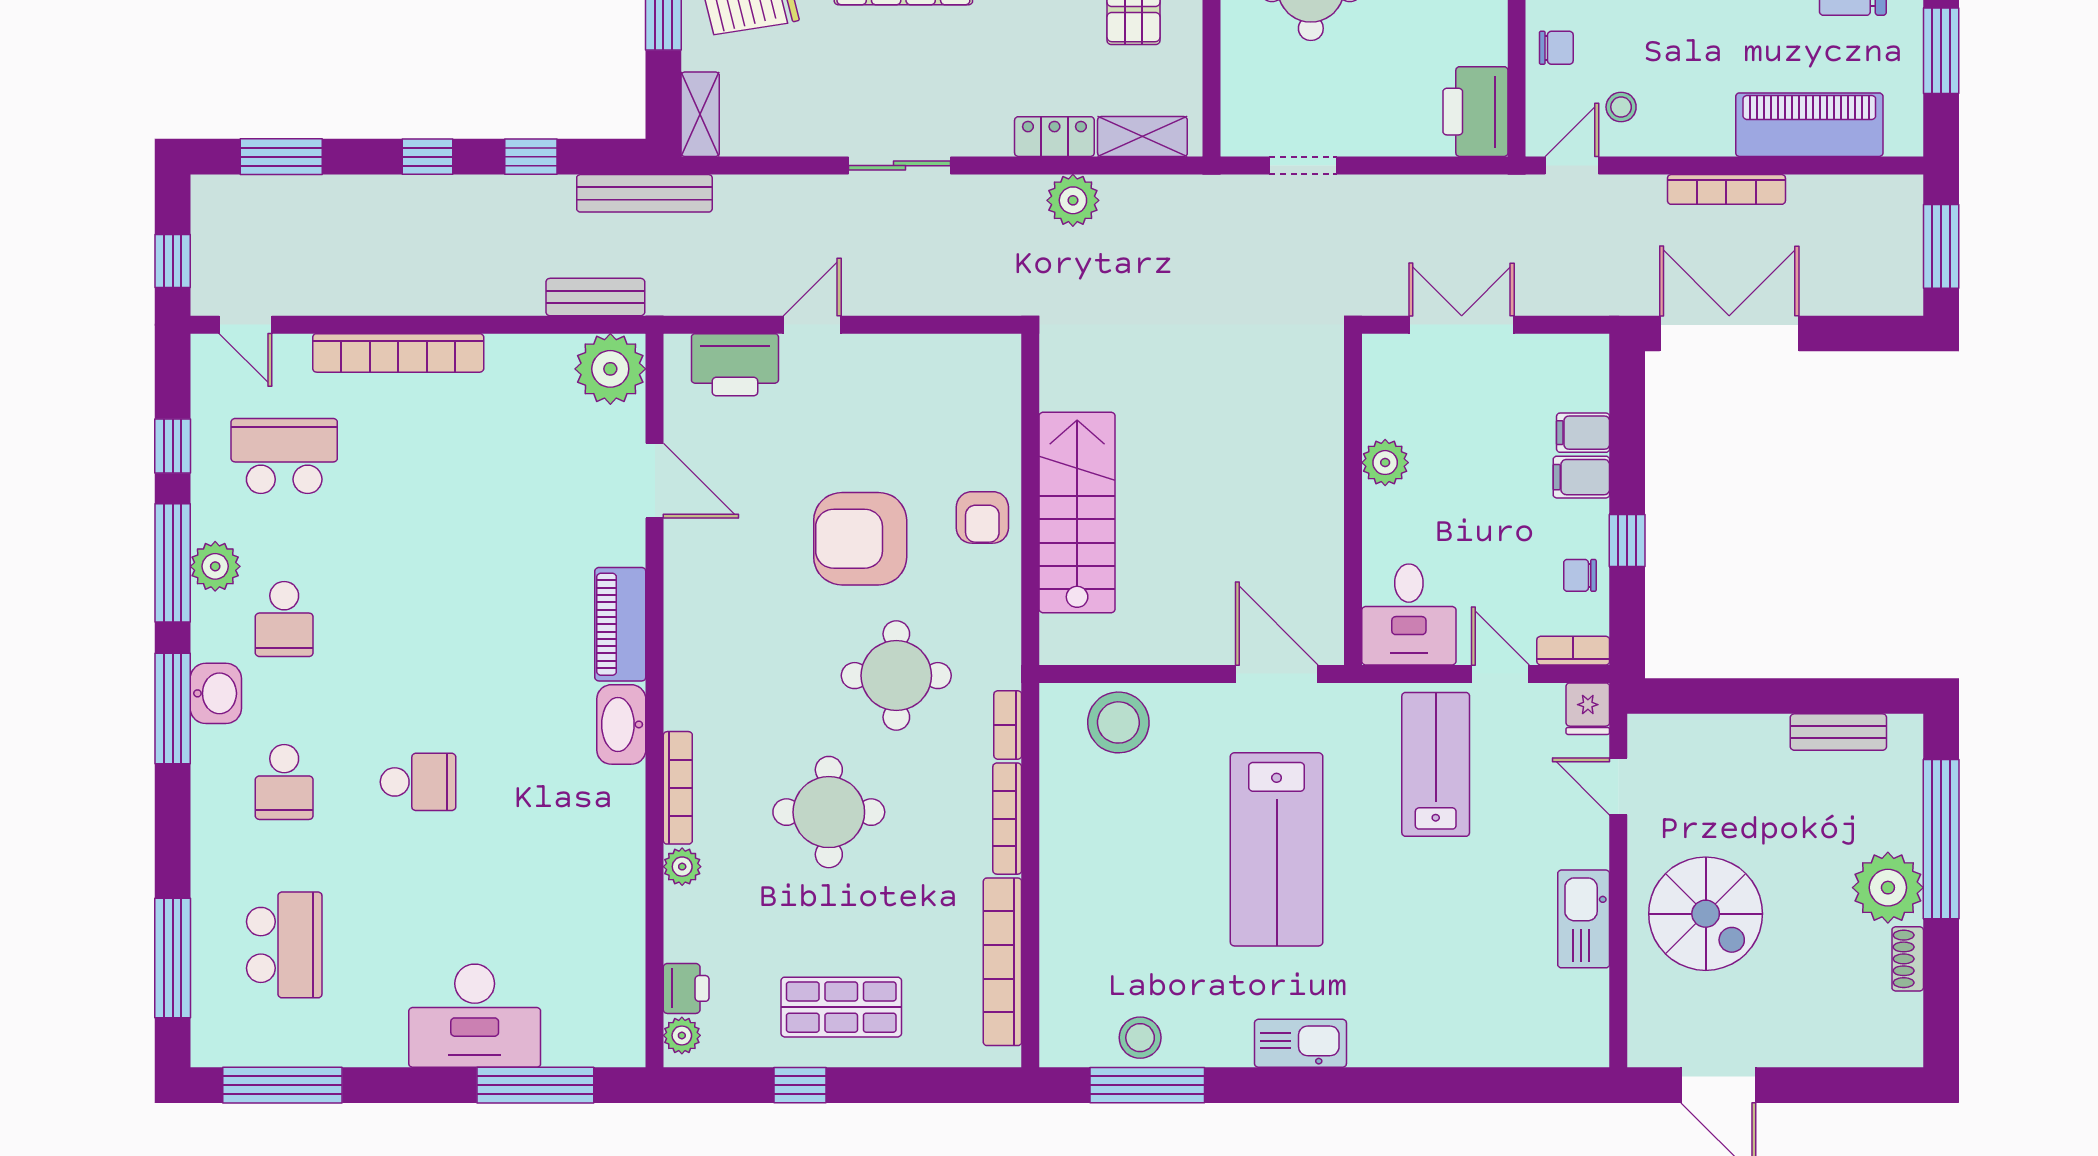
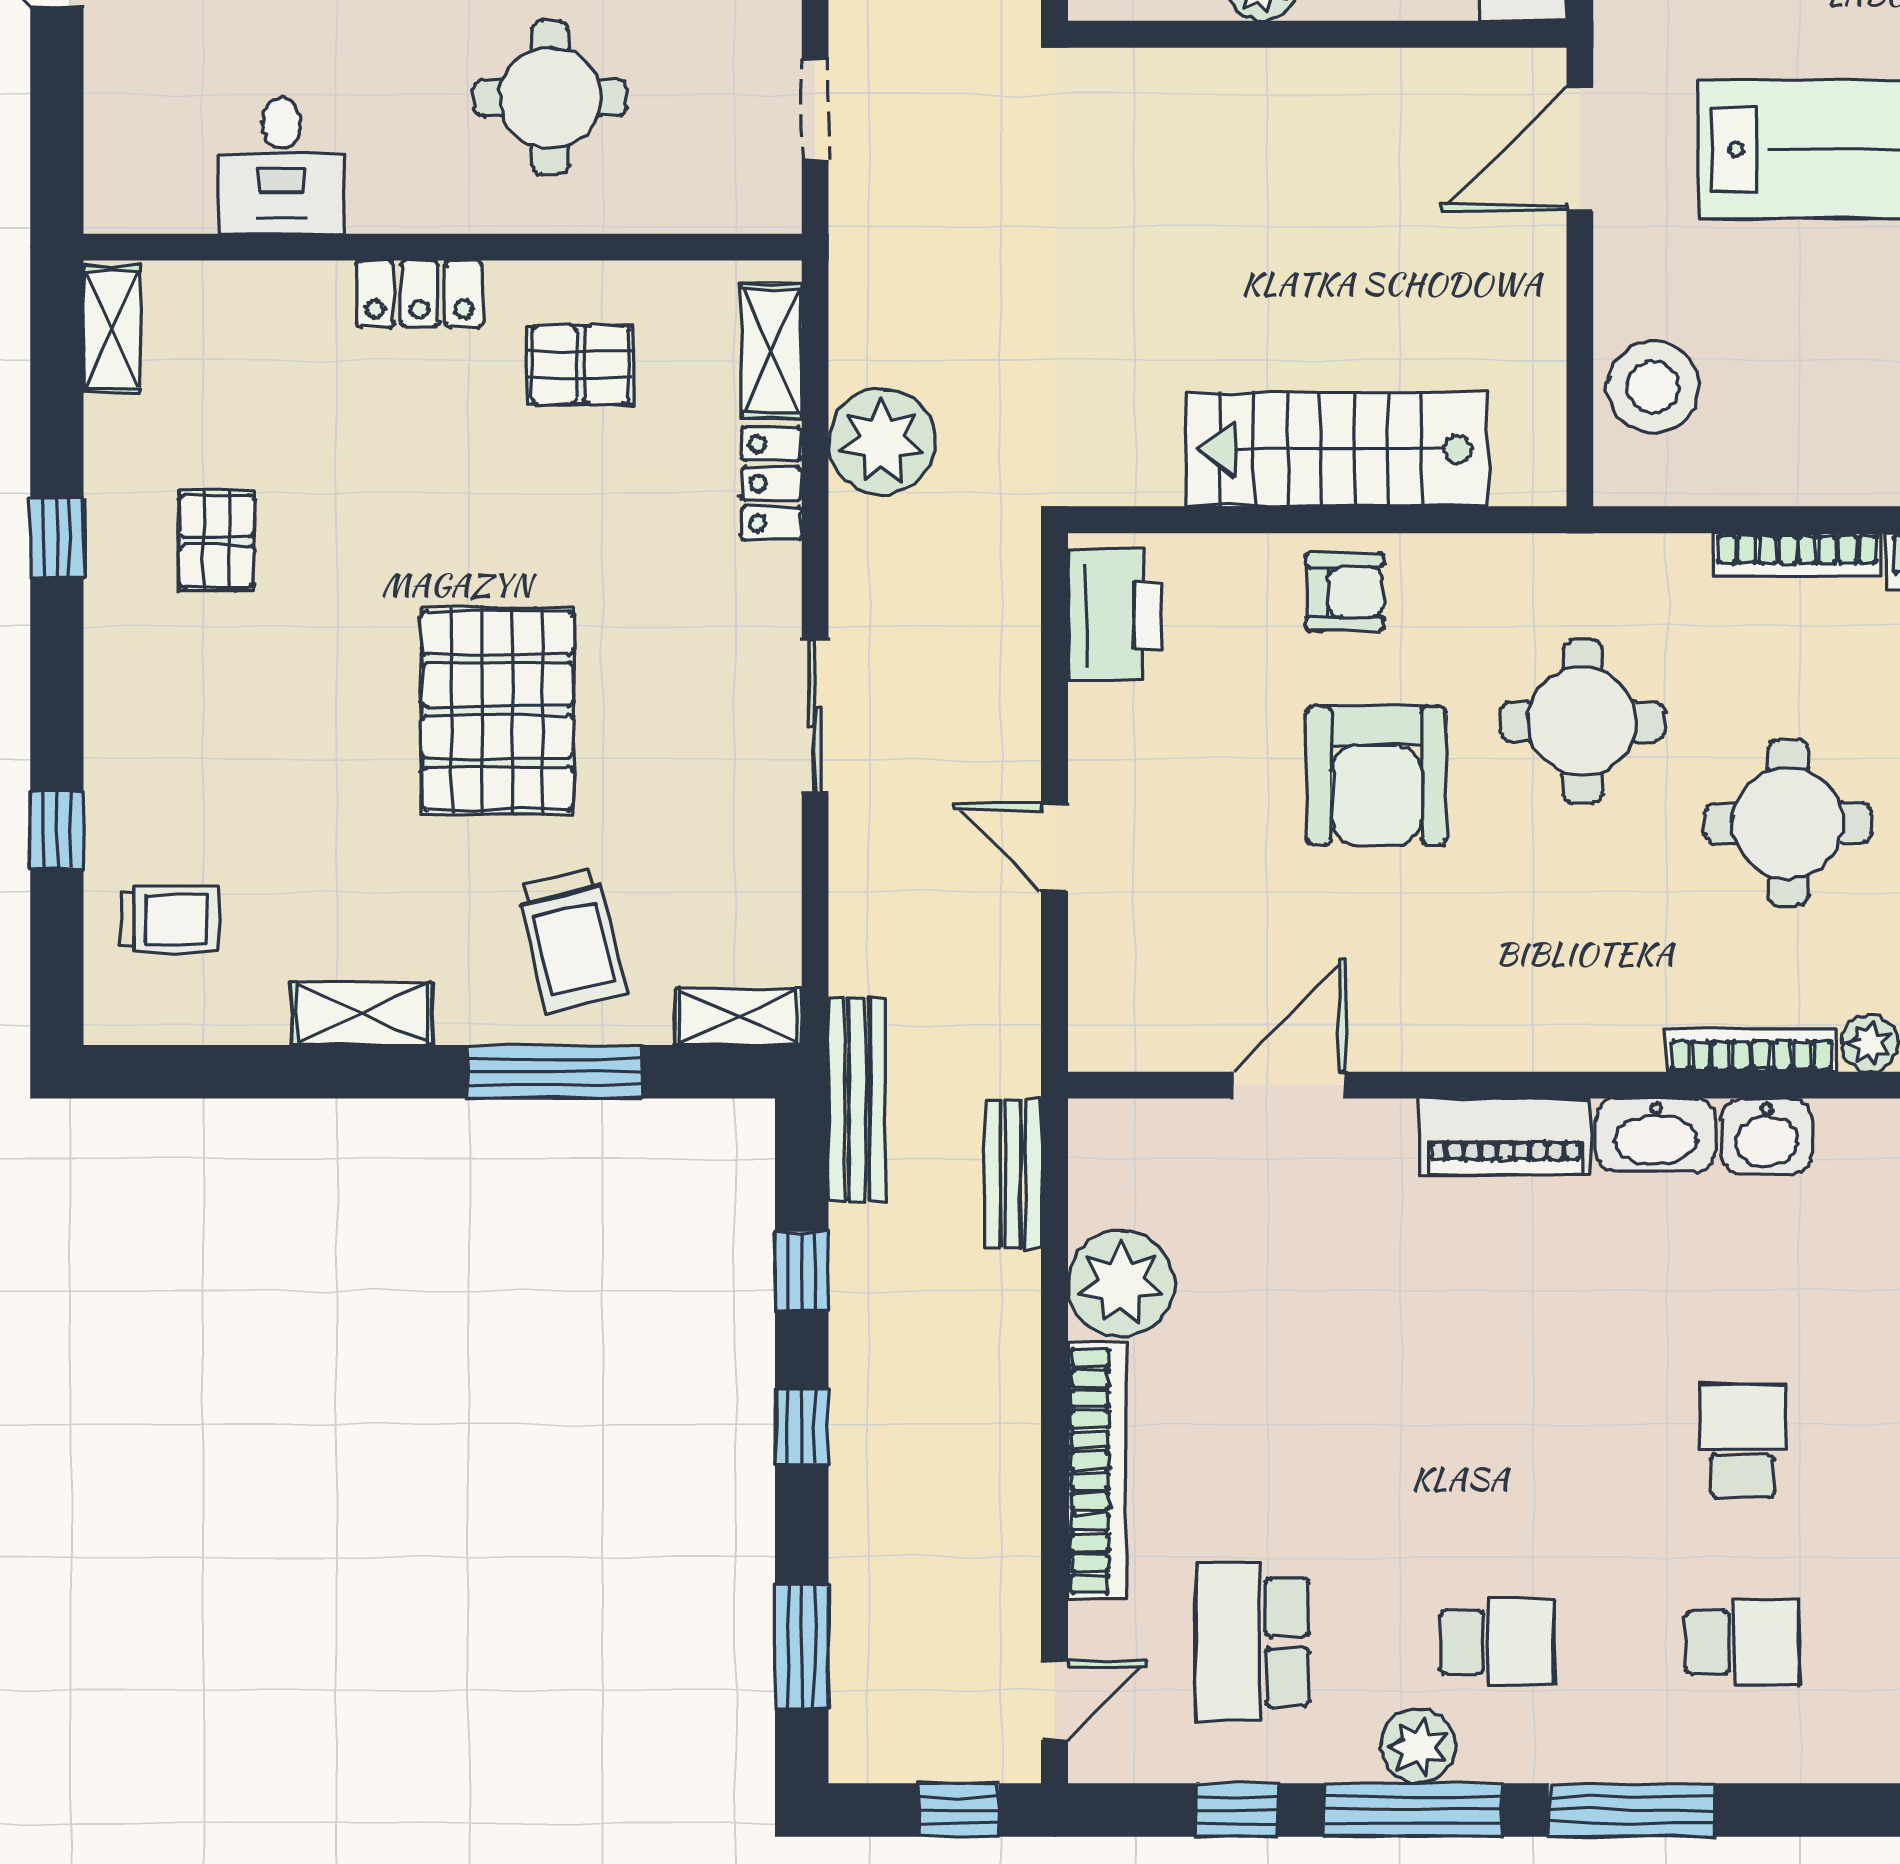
plant: (1073, 200) -> (882, 441), width x1.36, depth x1.36
printer: (735, 365) -> (1115, 615), moved
plant: (610, 369) -> (1121, 1284), moved
washbasin: (216, 693) -> (1767, 1137), moved, turned 180
bookcase: (1008, 725) -> (1657, 554), removed

